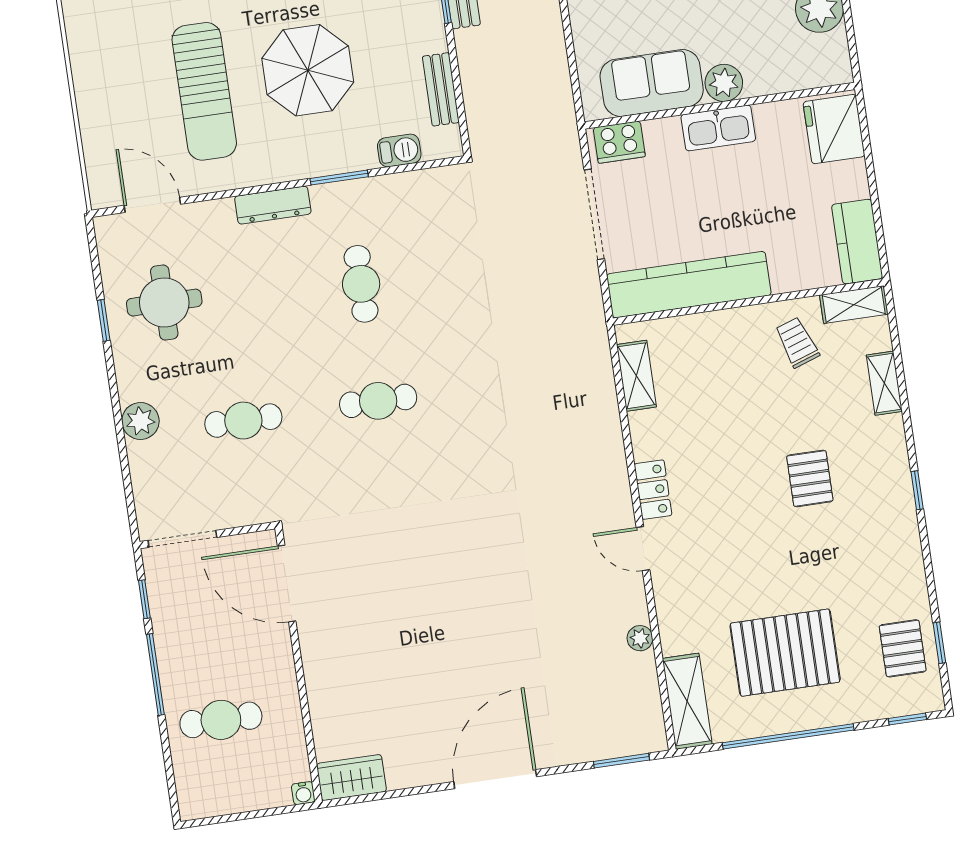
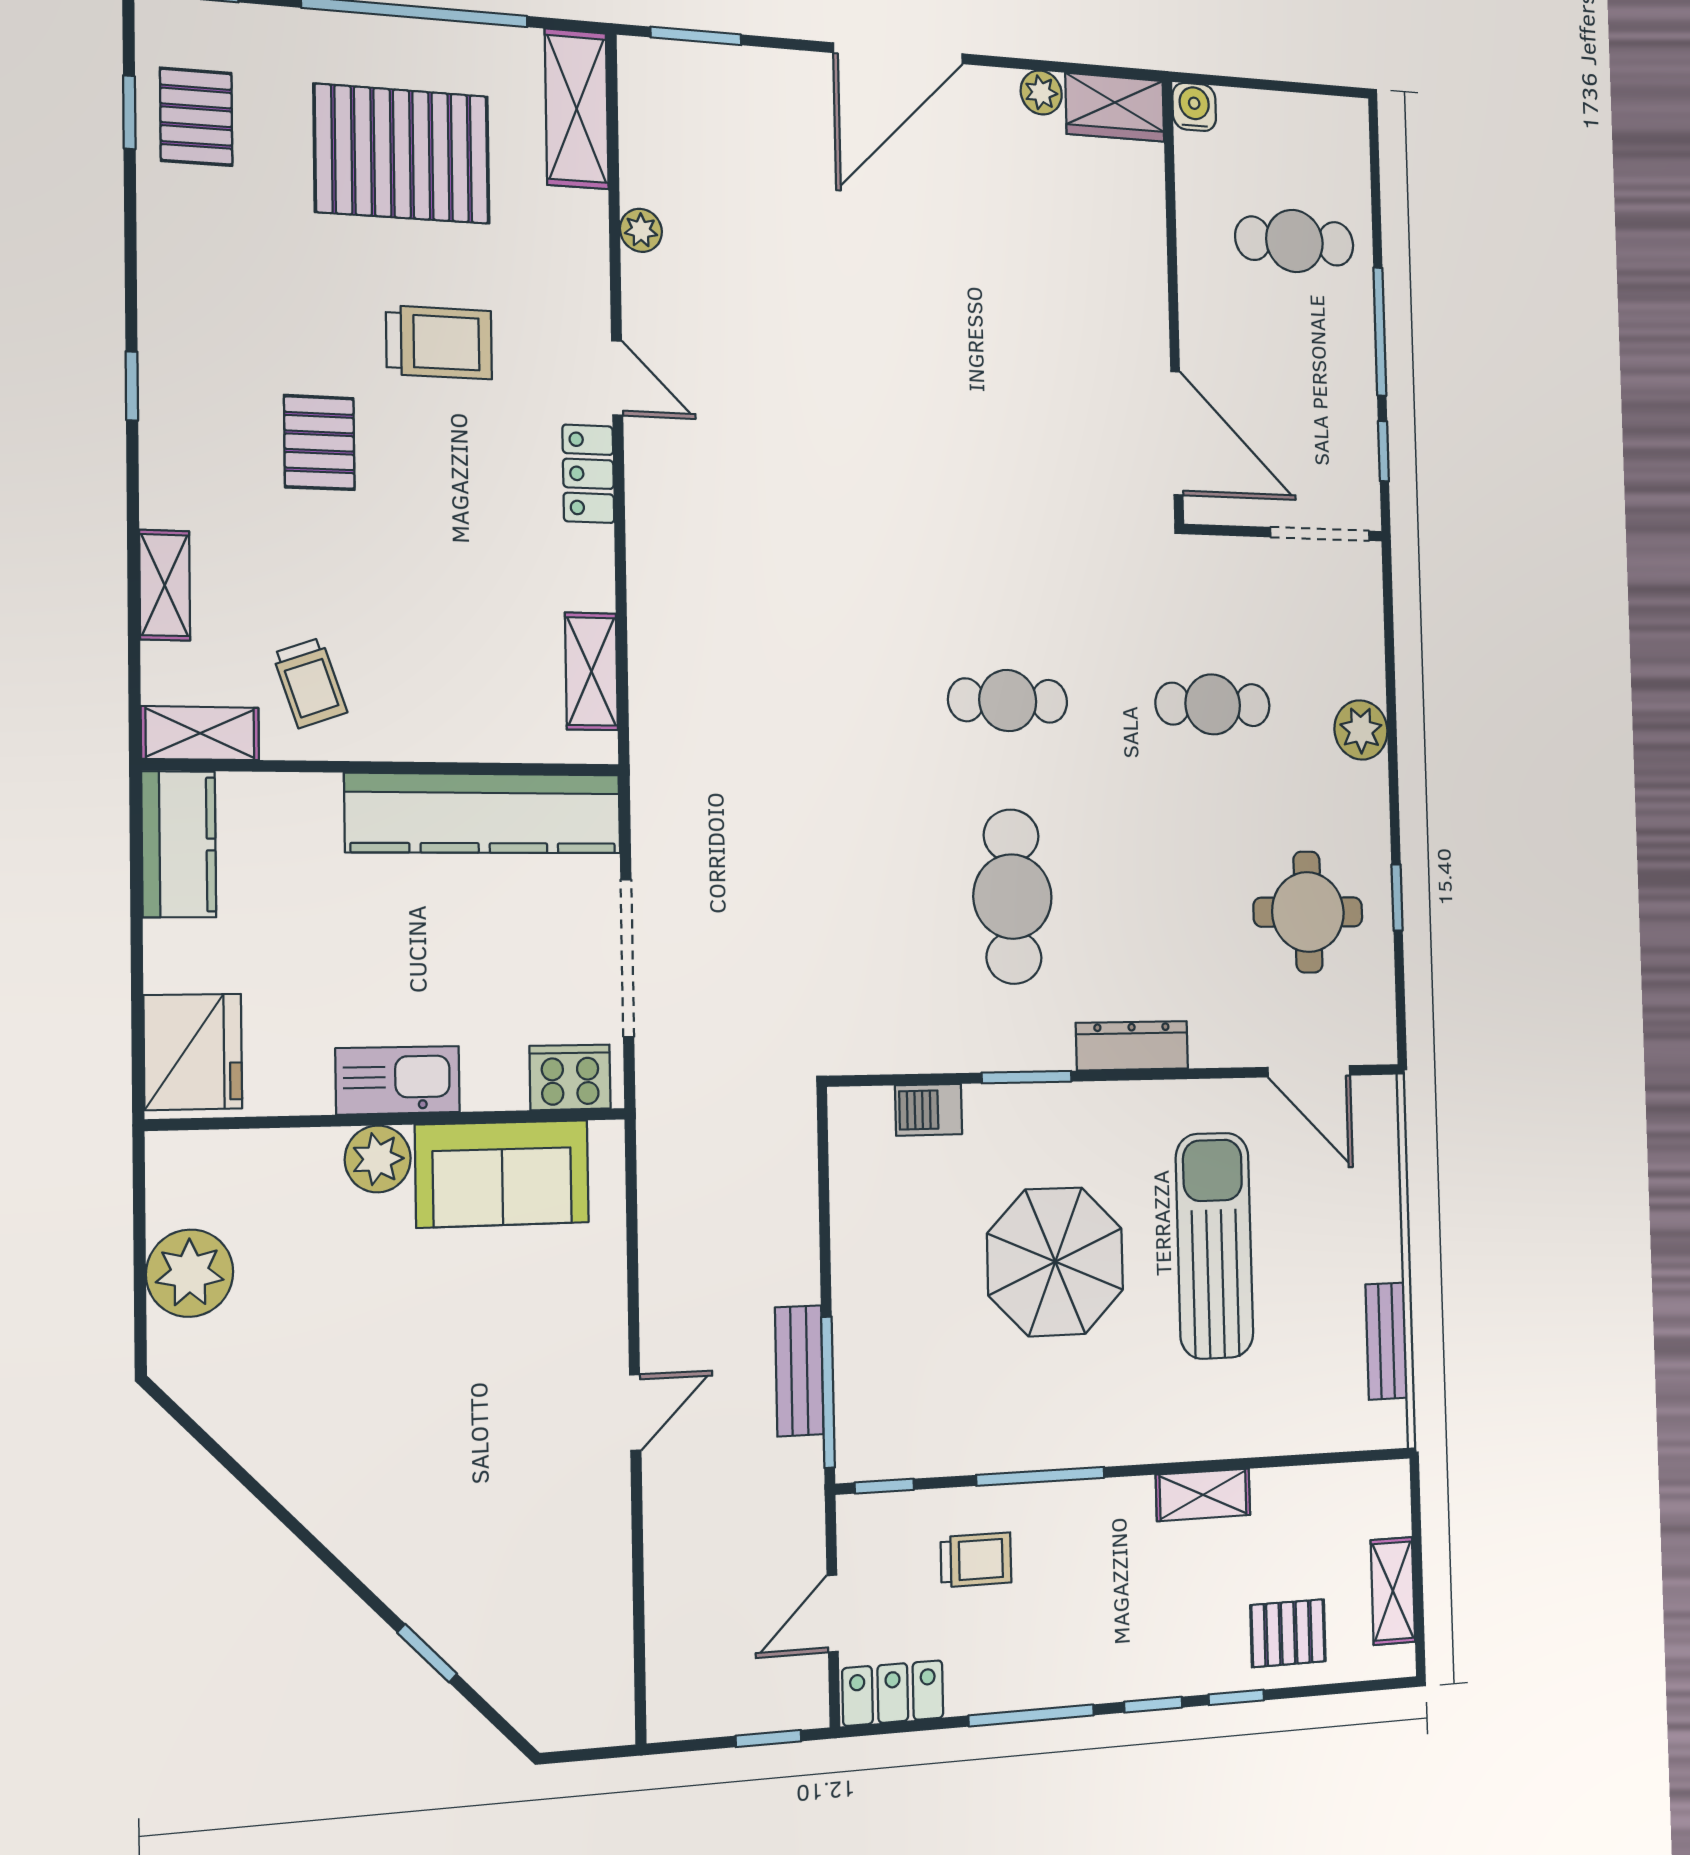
bench: (441, 89) -> (1387, 1341), moved
cafe table: (361, 284) -> (1012, 897), width x1.37, depth x1.35
trolley: (750, 549) -> (439, 342), added
plant: (401, 776) -> (1041, 93), added
water cooler: (303, 793) -> (1194, 107), width x1.38, depth x1.38

